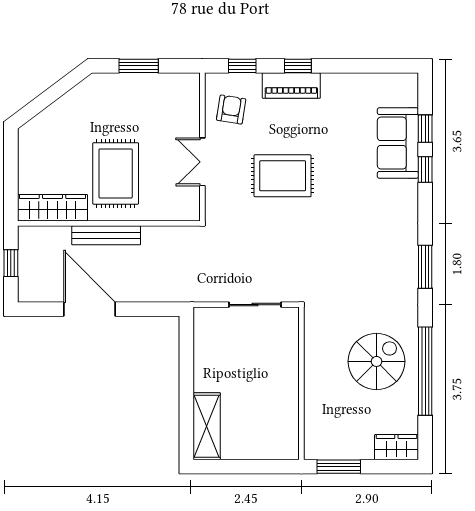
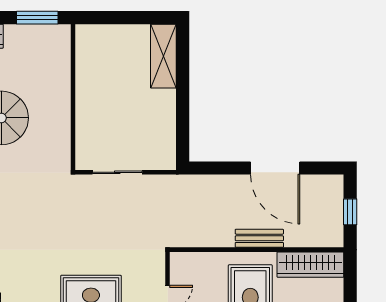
bench: (106, 235) -> (259, 238), width x0.73

